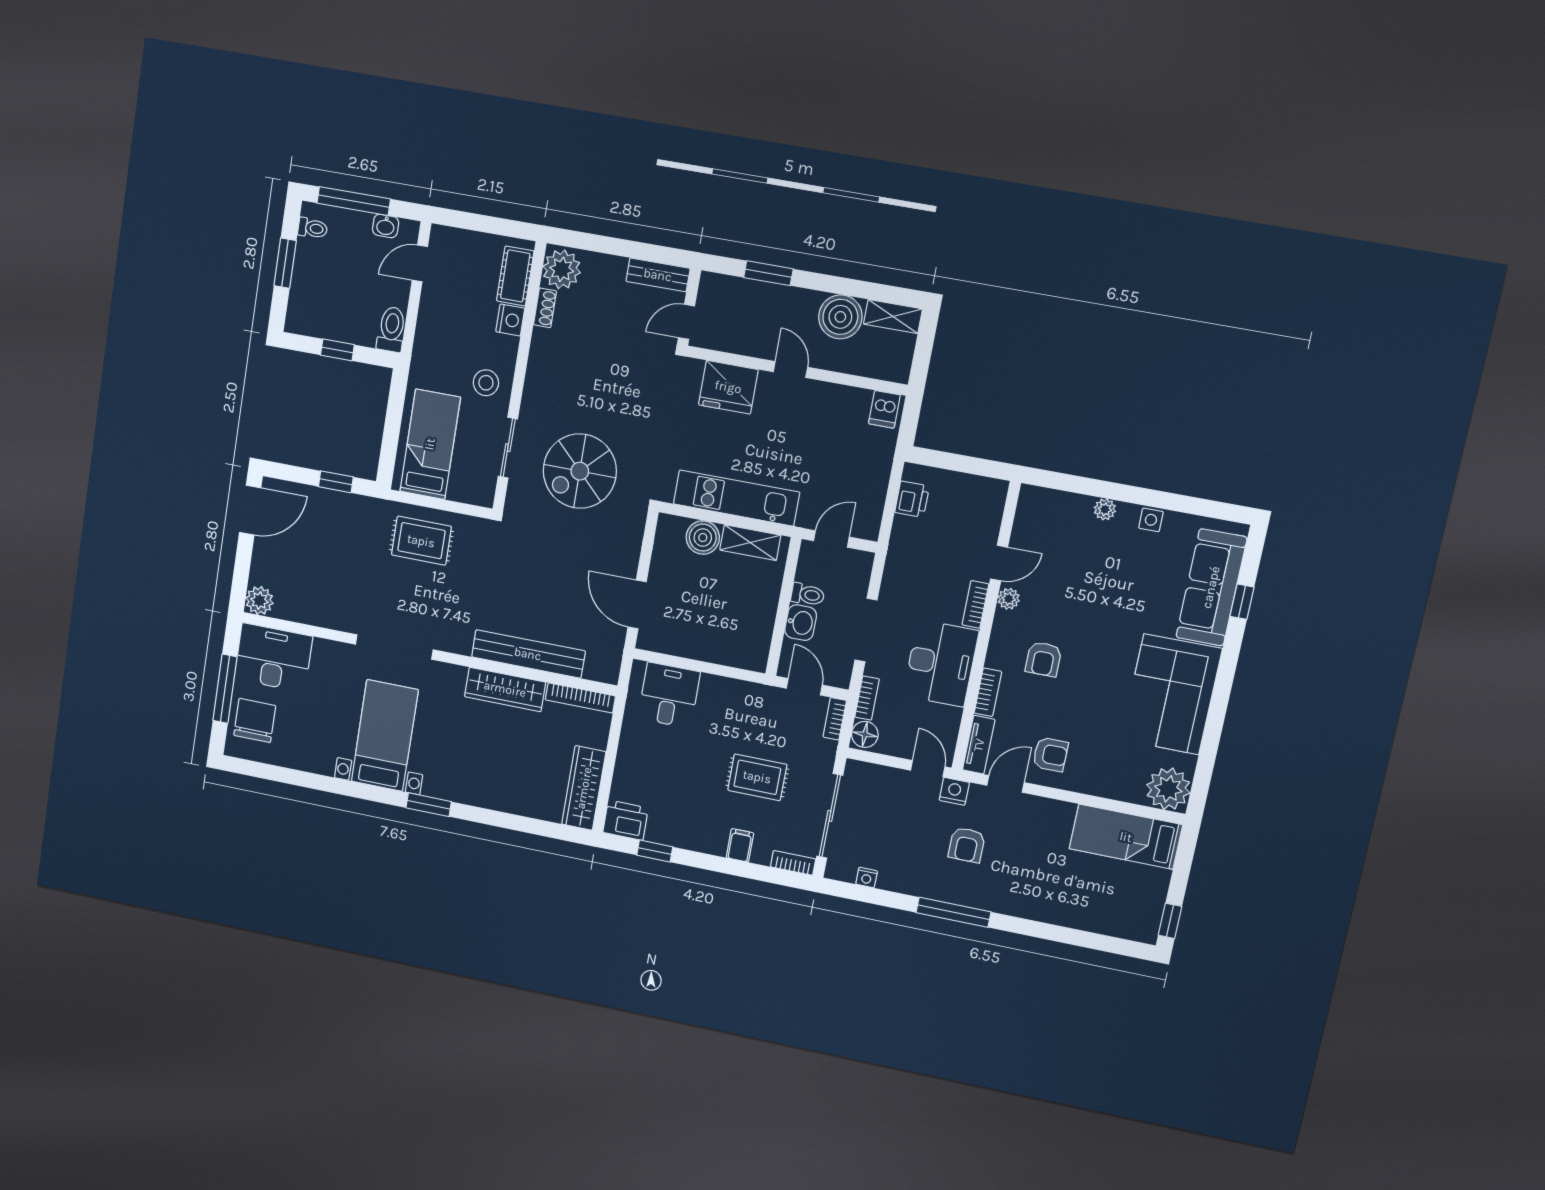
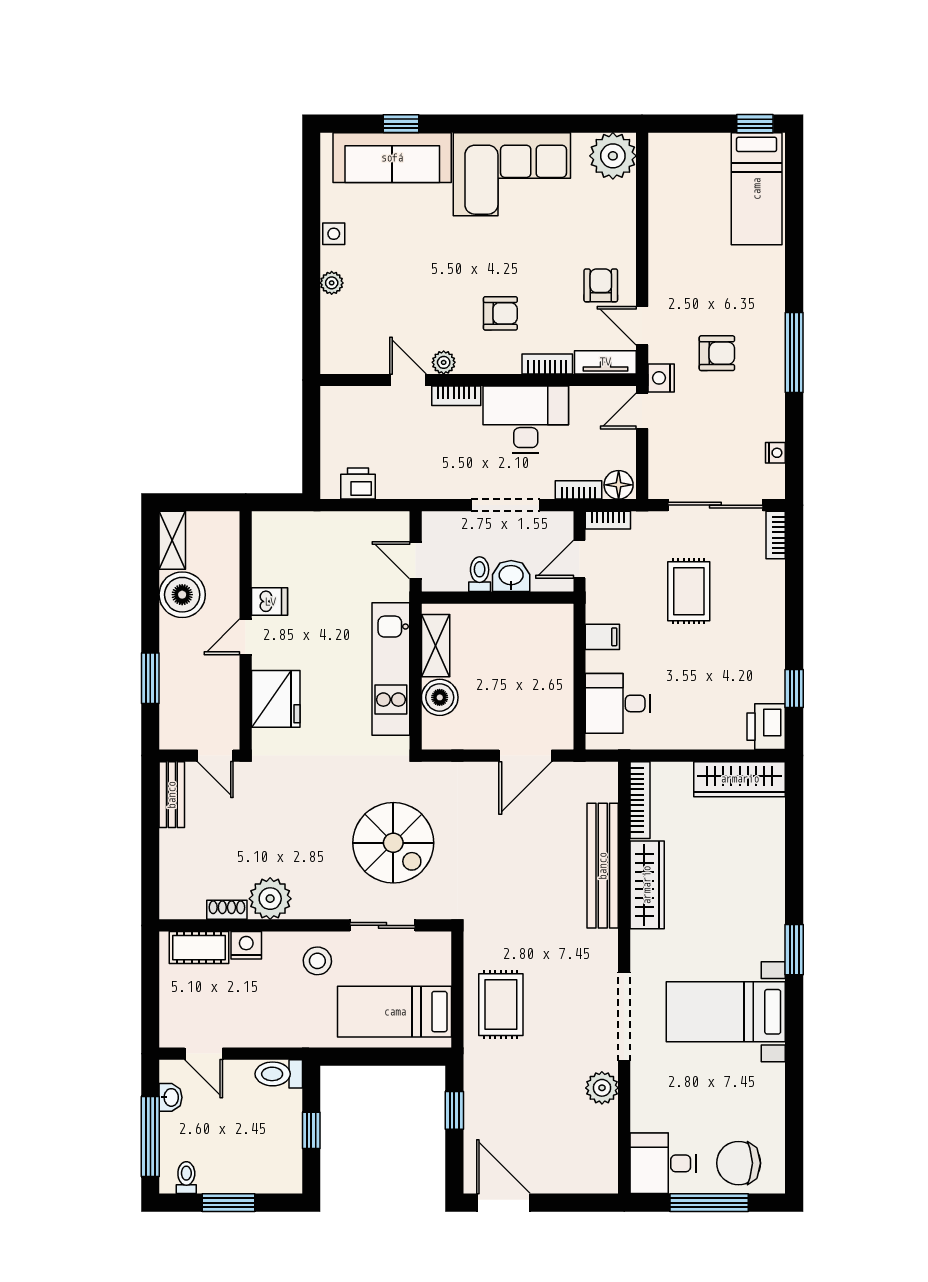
plant: (562, 269) -> (270, 899), moved
dishwasher: (884, 409) -> (270, 602), moved
plant: (259, 601) -> (602, 1088), moved
desk: (273, 658) -> (663, 1163), width x0.73
bed: (1126, 837) -> (757, 189), moved
filing cabinet: (740, 845) -> (602, 637), moved, turned 180

